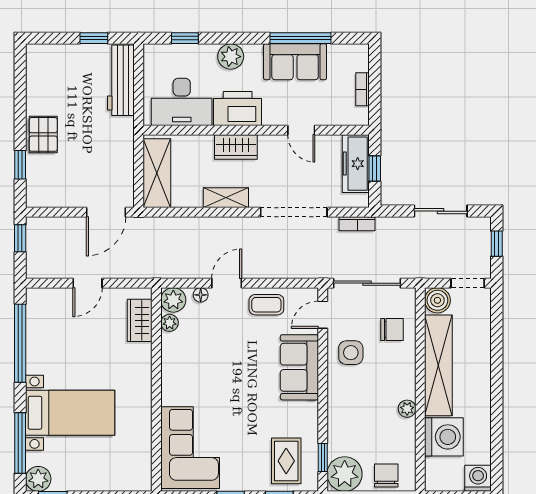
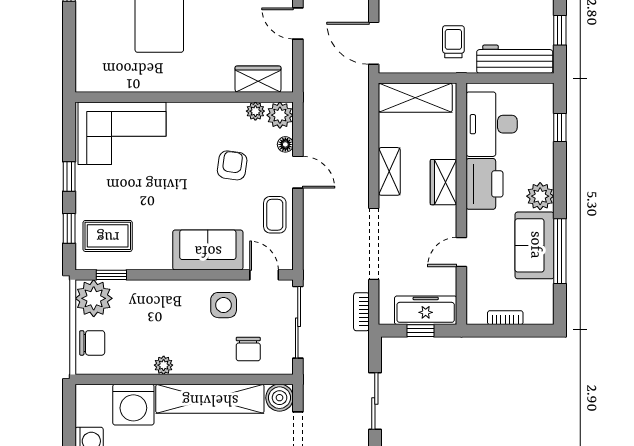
plant: (231, 57) -> (540, 196), moved
trolley: (105, 138) -> (453, 42), added
armchair: (220, 345) -> (232, 165), added

